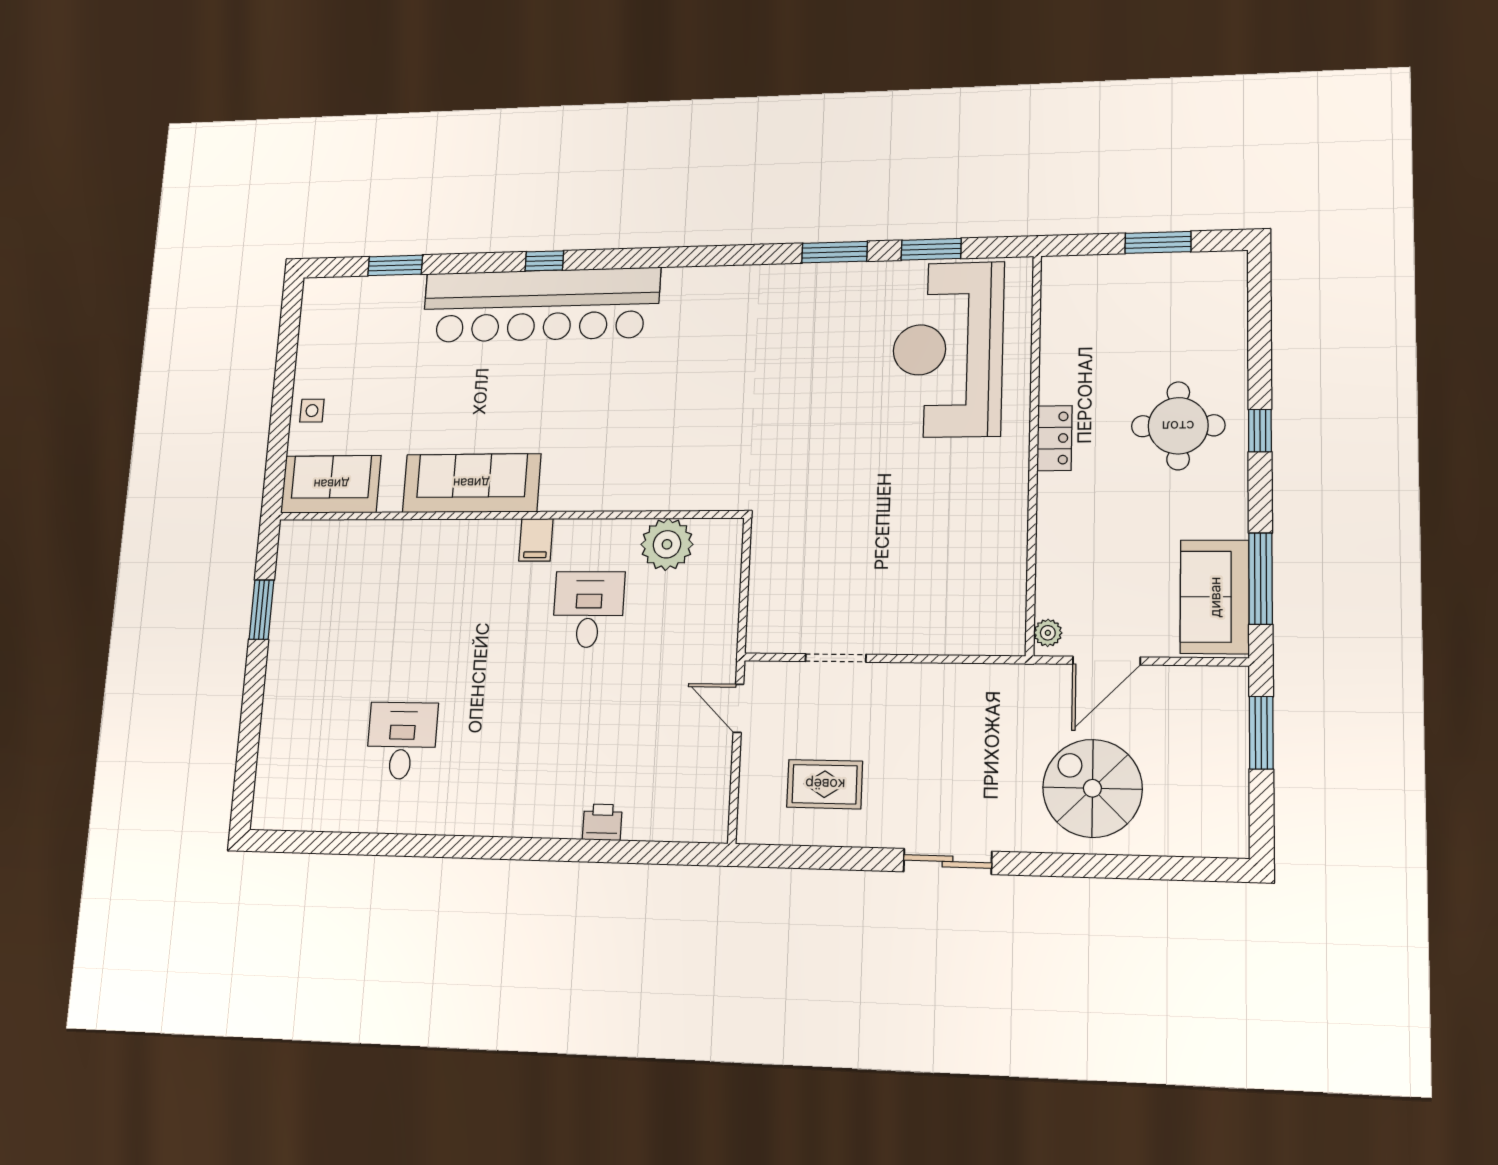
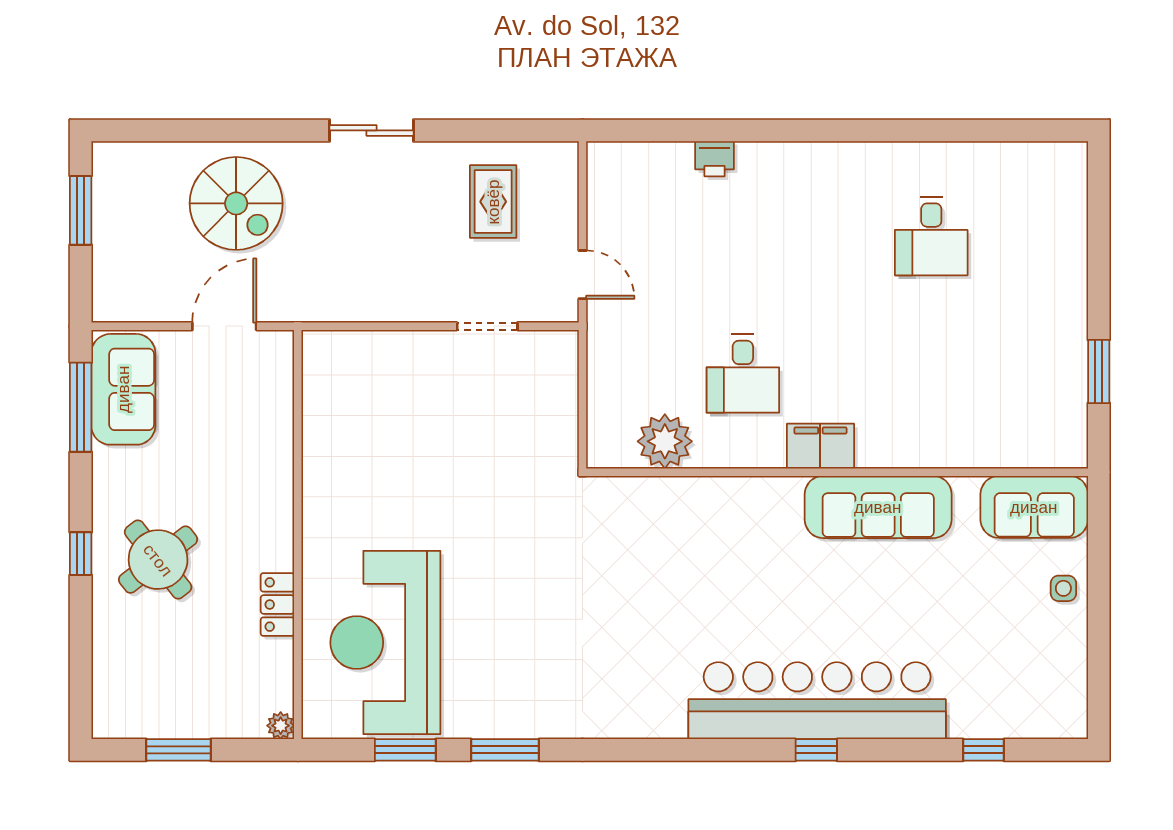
window: (395, 265) -> (984, 750), width x0.67
reception desk: (948, 349) -> (385, 643), turned 180
round table: (1178, 426) -> (158, 560), turned -38
locker: (1054, 438) -> (277, 604), moved
filing cabinet: (536, 540) -> (820, 446), width x2.00
plant: (1048, 633) -> (281, 726), moved
window: (1261, 733) -> (81, 210), moved
rug: (825, 784) -> (493, 202), turned 90

